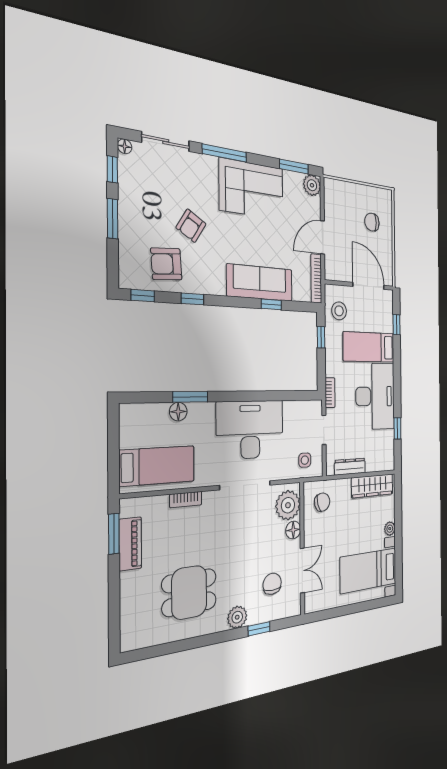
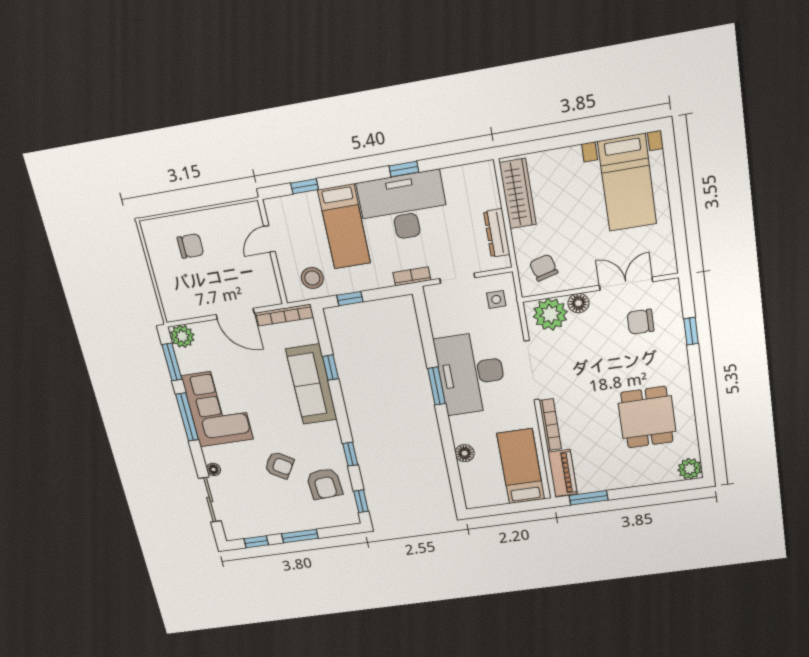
floor lamp: (125, 146) -> (213, 469), moved
window: (225, 153) -> (187, 417), moved
chair: (372, 222) -> (190, 246), turned -90
door: (369, 286) -> (269, 239), width x0.53
window: (190, 397) -> (437, 386), moved
window: (397, 428) -> (404, 169), moved
bookcase: (186, 500) -> (550, 425), width x1.56
plant: (390, 529) -> (572, 155), removed
piano: (130, 544) -> (562, 473), moved, turned 90
plant: (237, 617) -> (690, 469), moved

